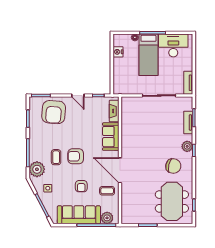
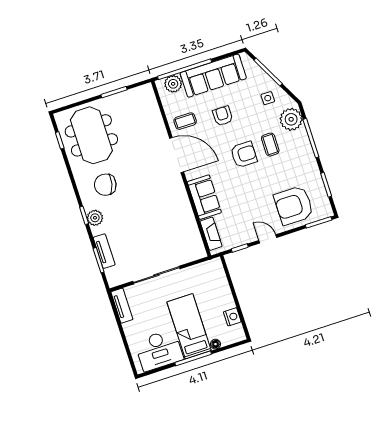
armchair: (54, 112) -> (294, 205), turned -94

